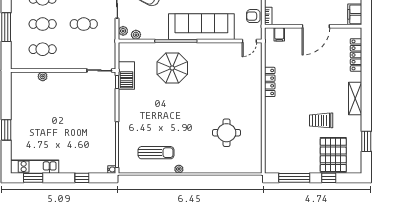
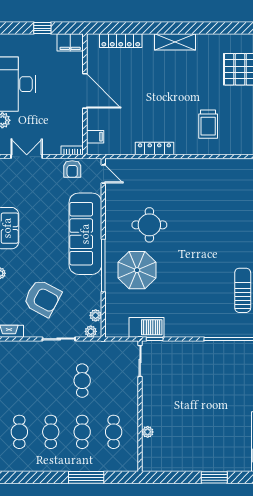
trolley: (321, 120) -> (208, 124), moved
round table: (227, 133) -> (149, 225), moved
window: (366, 141) -> (228, 28), removed

